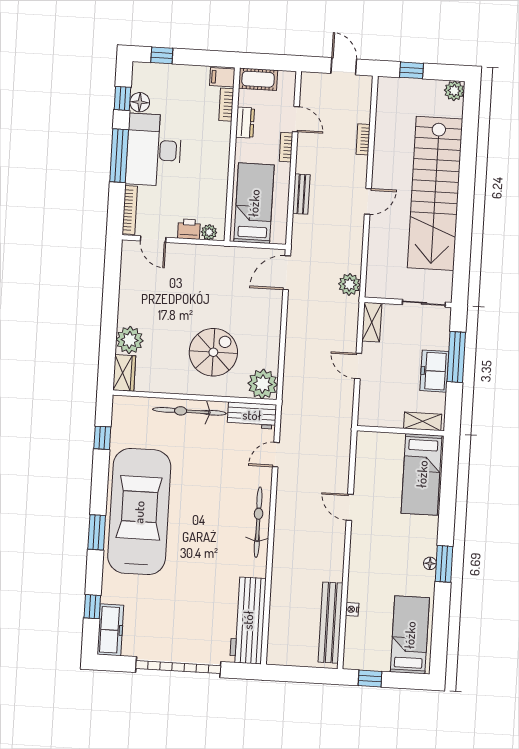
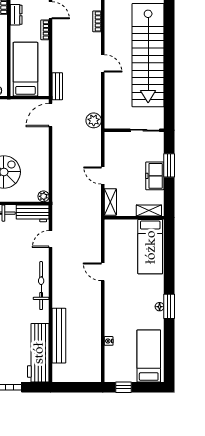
bench: (301, 194) -> (57, 86), moved
door: (368, 201) -> (103, 63), hinge flipped
shelving: (372, 322) -> (110, 202), moved
window: (456, 357) -> (169, 165), width x0.69
plant: (263, 384) -> (43, 196), width x0.53, depth x0.53
bench: (330, 623) -> (59, 336), moved

